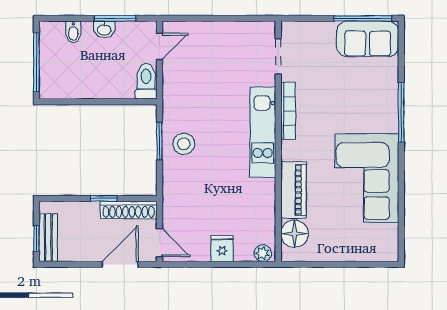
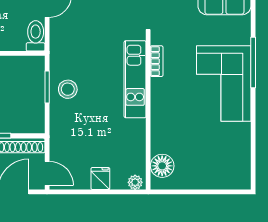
bookcase: (288, 111) -> (157, 61), width x0.64
corner sofa: (367, 178) -> (224, 83), moved
piano: (293, 190) -> (161, 128), removed

